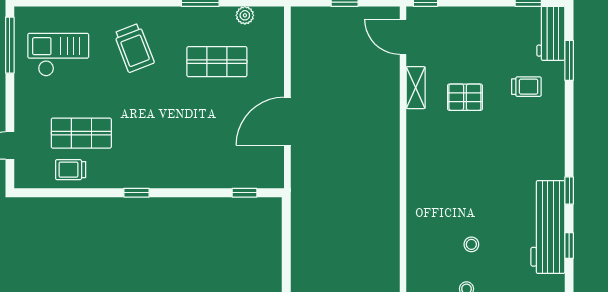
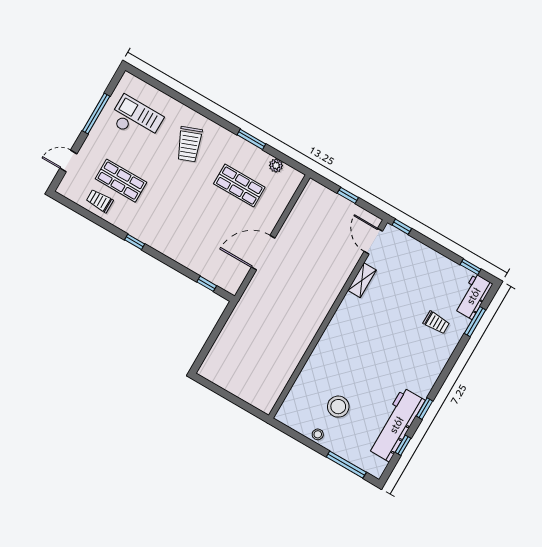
window: (10, 45) -> (96, 114), moved
pallet: (465, 97) -> (391, 306), removed
stool: (471, 244) -> (338, 407), width x1.89, depth x1.89

